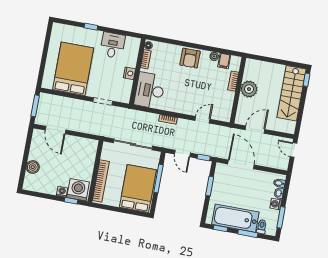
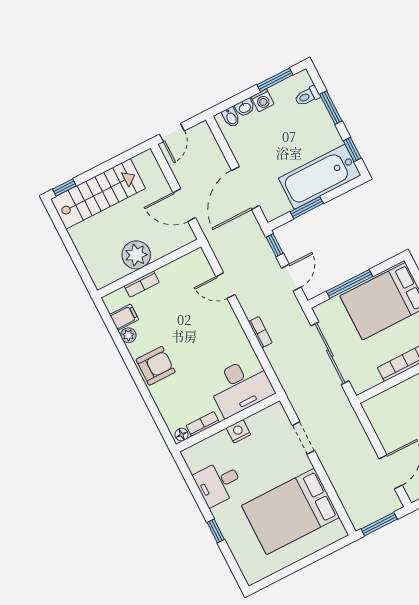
bathtub: (235, 218) -> (320, 177), moved, turned 90

